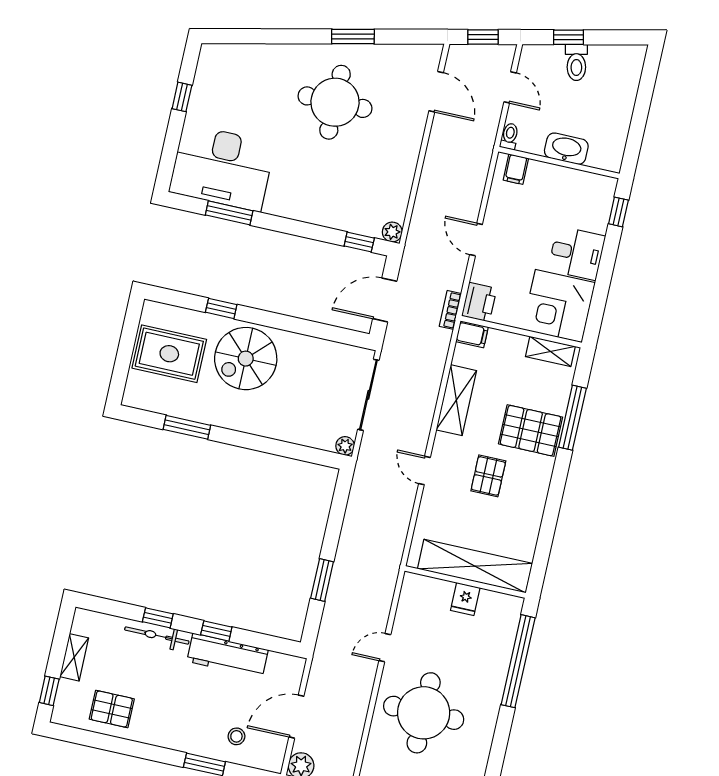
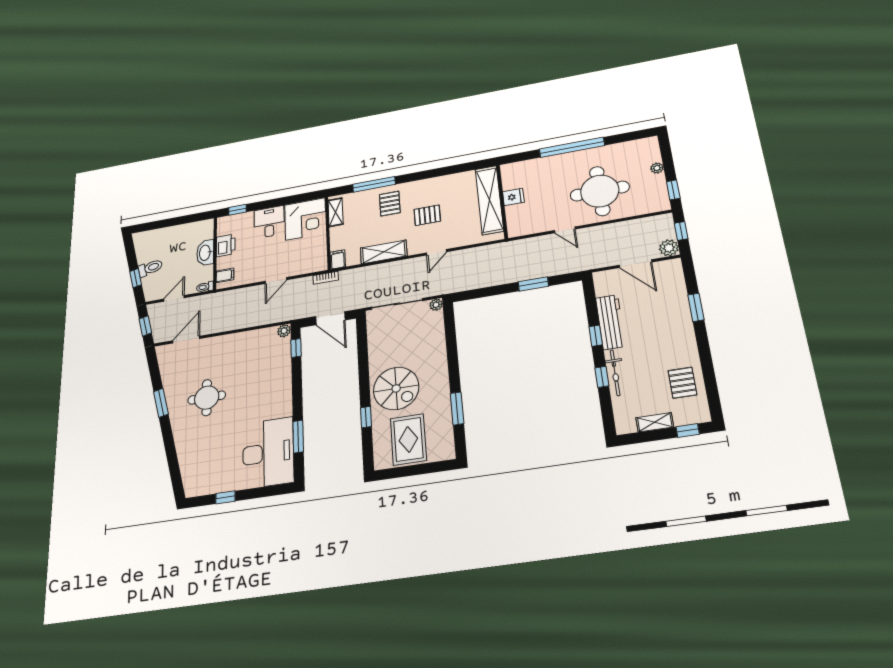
round table: (335, 102) -> (207, 398), width x0.73, depth x0.73
printer: (479, 302) -> (226, 245), moved, turned 90
pallet: (531, 431) -> (390, 203), width x0.67, depth x0.71
window: (518, 661) -> (572, 147), moved
stool: (236, 736) -> (666, 295), removed

